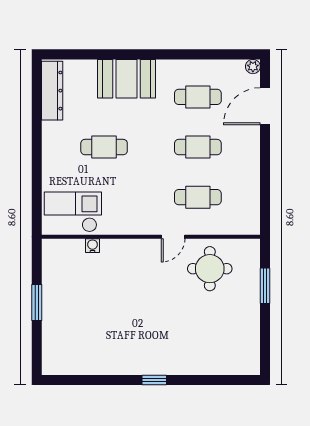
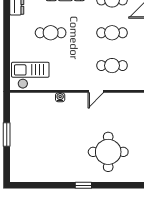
water cooler: (93, 246) -> (60, 97), moved
round table: (210, 269) -> (108, 152), moved, width x1.36, depth x1.36

